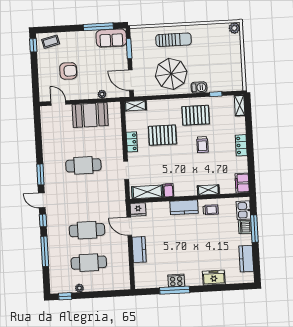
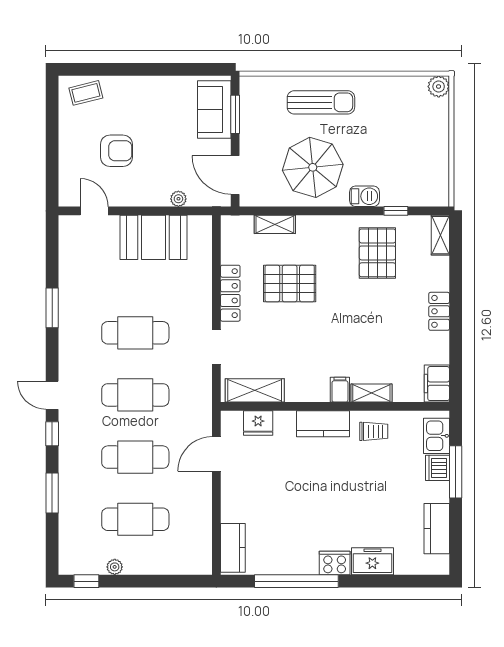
window: (98, 27) -> (179, 69), removed
sofa: (111, 38) -> (214, 109), moved, turned 90
window: (33, 45) -> (52, 98), removed
shelving: (135, 106) -> (275, 224), moved
pallet: (196, 115) -> (377, 253), moved, turned 90
locker: (132, 142) -> (230, 293), width x1.53
trolley: (202, 145) -> (365, 306), removed
window: (40, 174) -> (52, 308), moved
filing cabinet: (168, 190) -> (340, 390), moved
cafe table: (85, 198) -> (135, 395), added
fridge: (138, 209) -> (258, 423), moved
door: (129, 226) -> (216, 454), hinge flipped
kitchen counter: (139, 250) -> (233, 548), moved
window: (45, 251) -> (52, 493), width x0.69
cooker: (176, 281) -> (335, 563), moved
window: (175, 290) -> (296, 581), width x1.46

